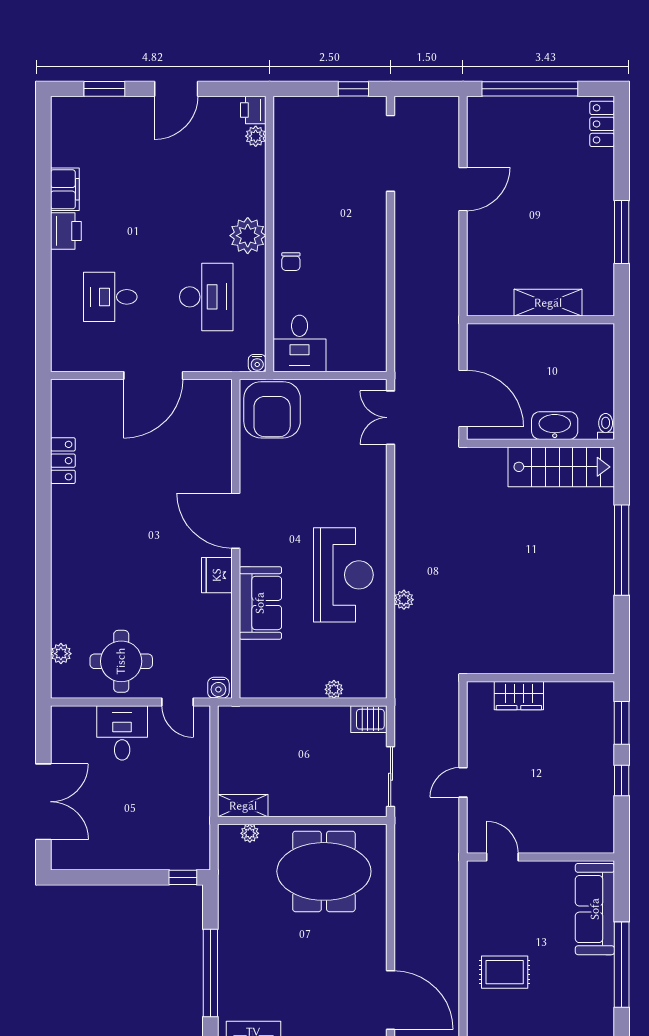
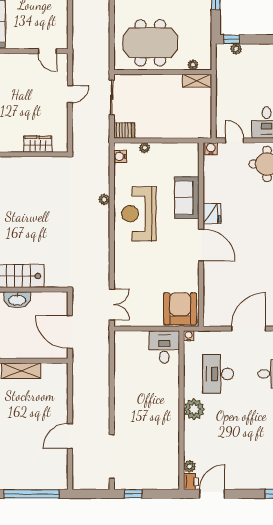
door: (176, 89) -> (212, 494), moved
chair: (291, 262) -> (169, 394), removed
door: (463, 398) -> (70, 332), moved
water cooler: (376, 674) -> (120, 156), added
plant: (175, 861) -> (236, 49), added

